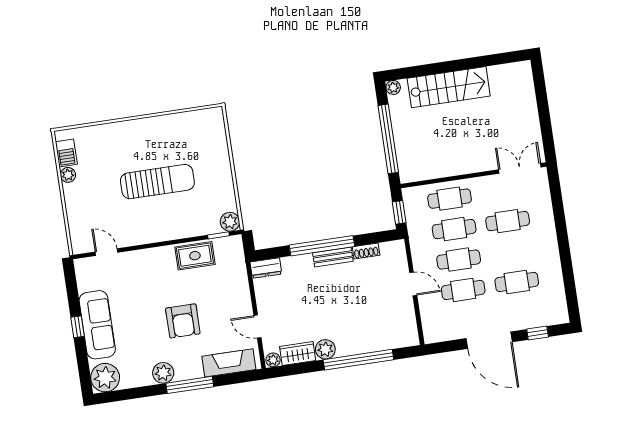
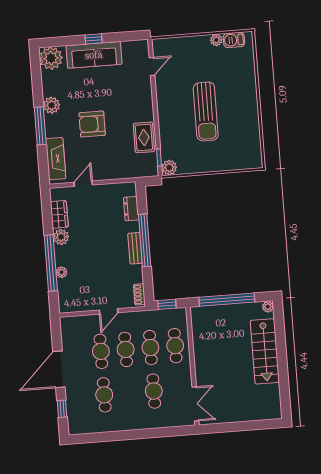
shoe rack: (366, 251) -> (139, 294), moved
dresser: (266, 268) -> (131, 209), moved
plant: (273, 360) -> (62, 272), moved

